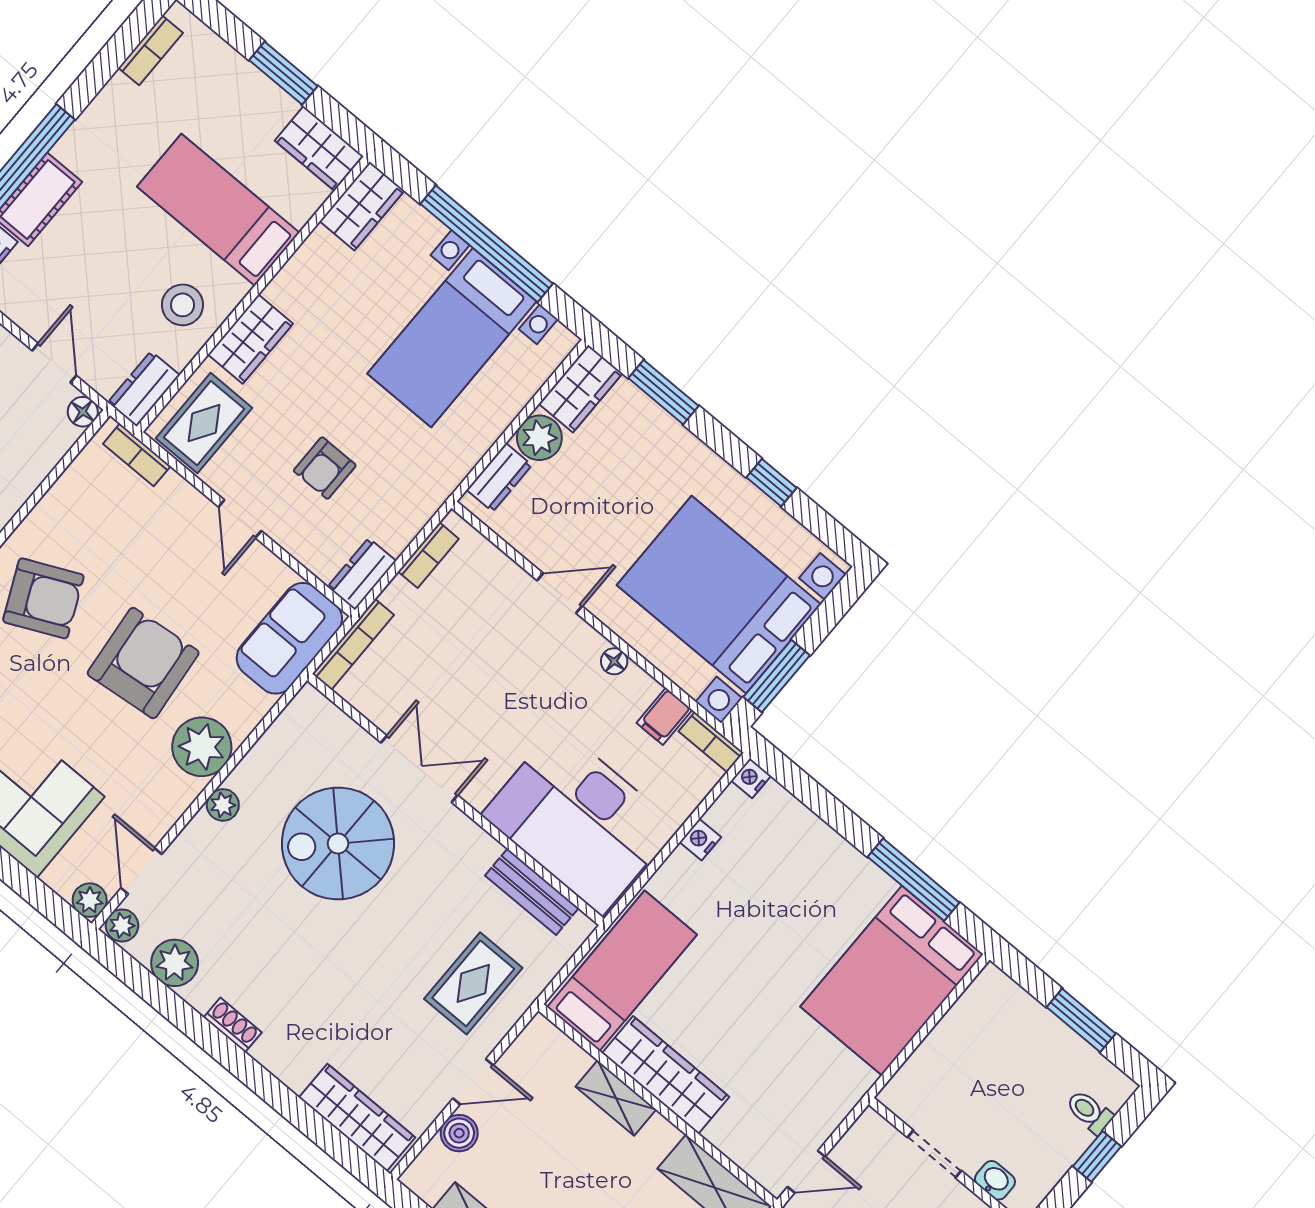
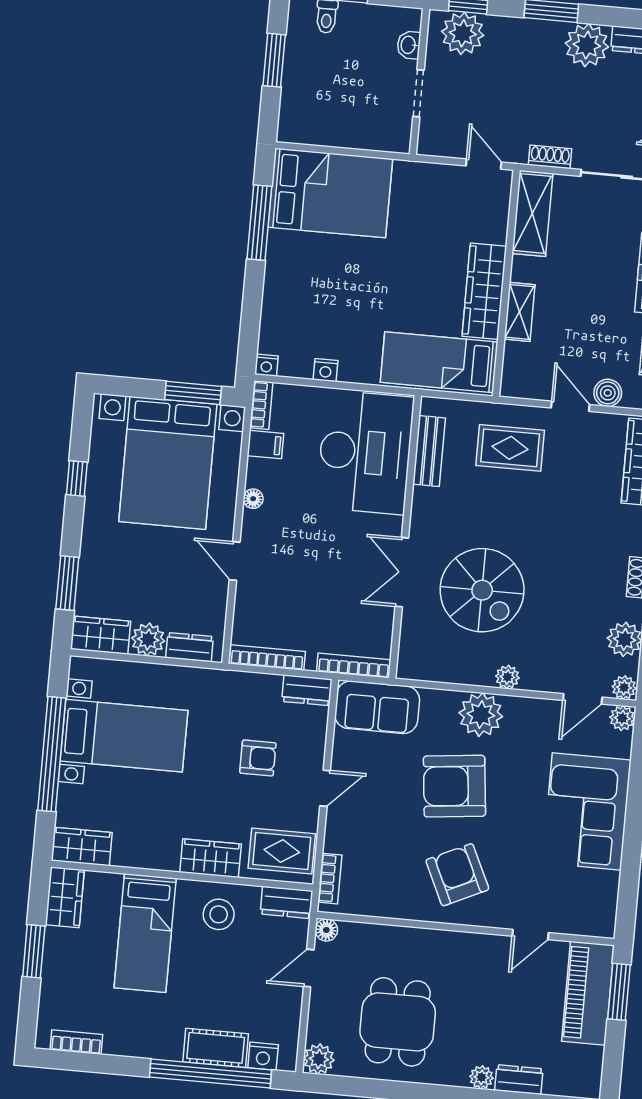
bookcase: (428, 555) -> (267, 657), width x1.56

